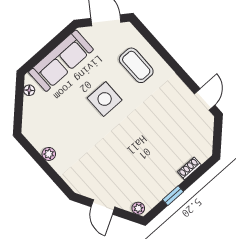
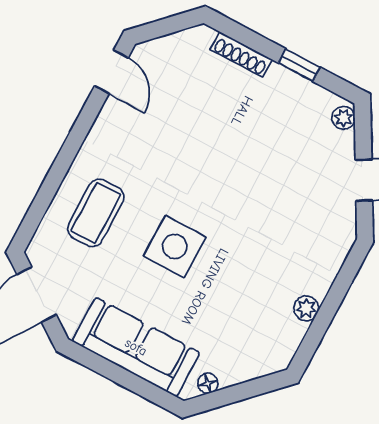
door: (205, 99) -> (111, 72), swing flipped
shoe rack: (189, 168) -> (241, 54), width x1.43

